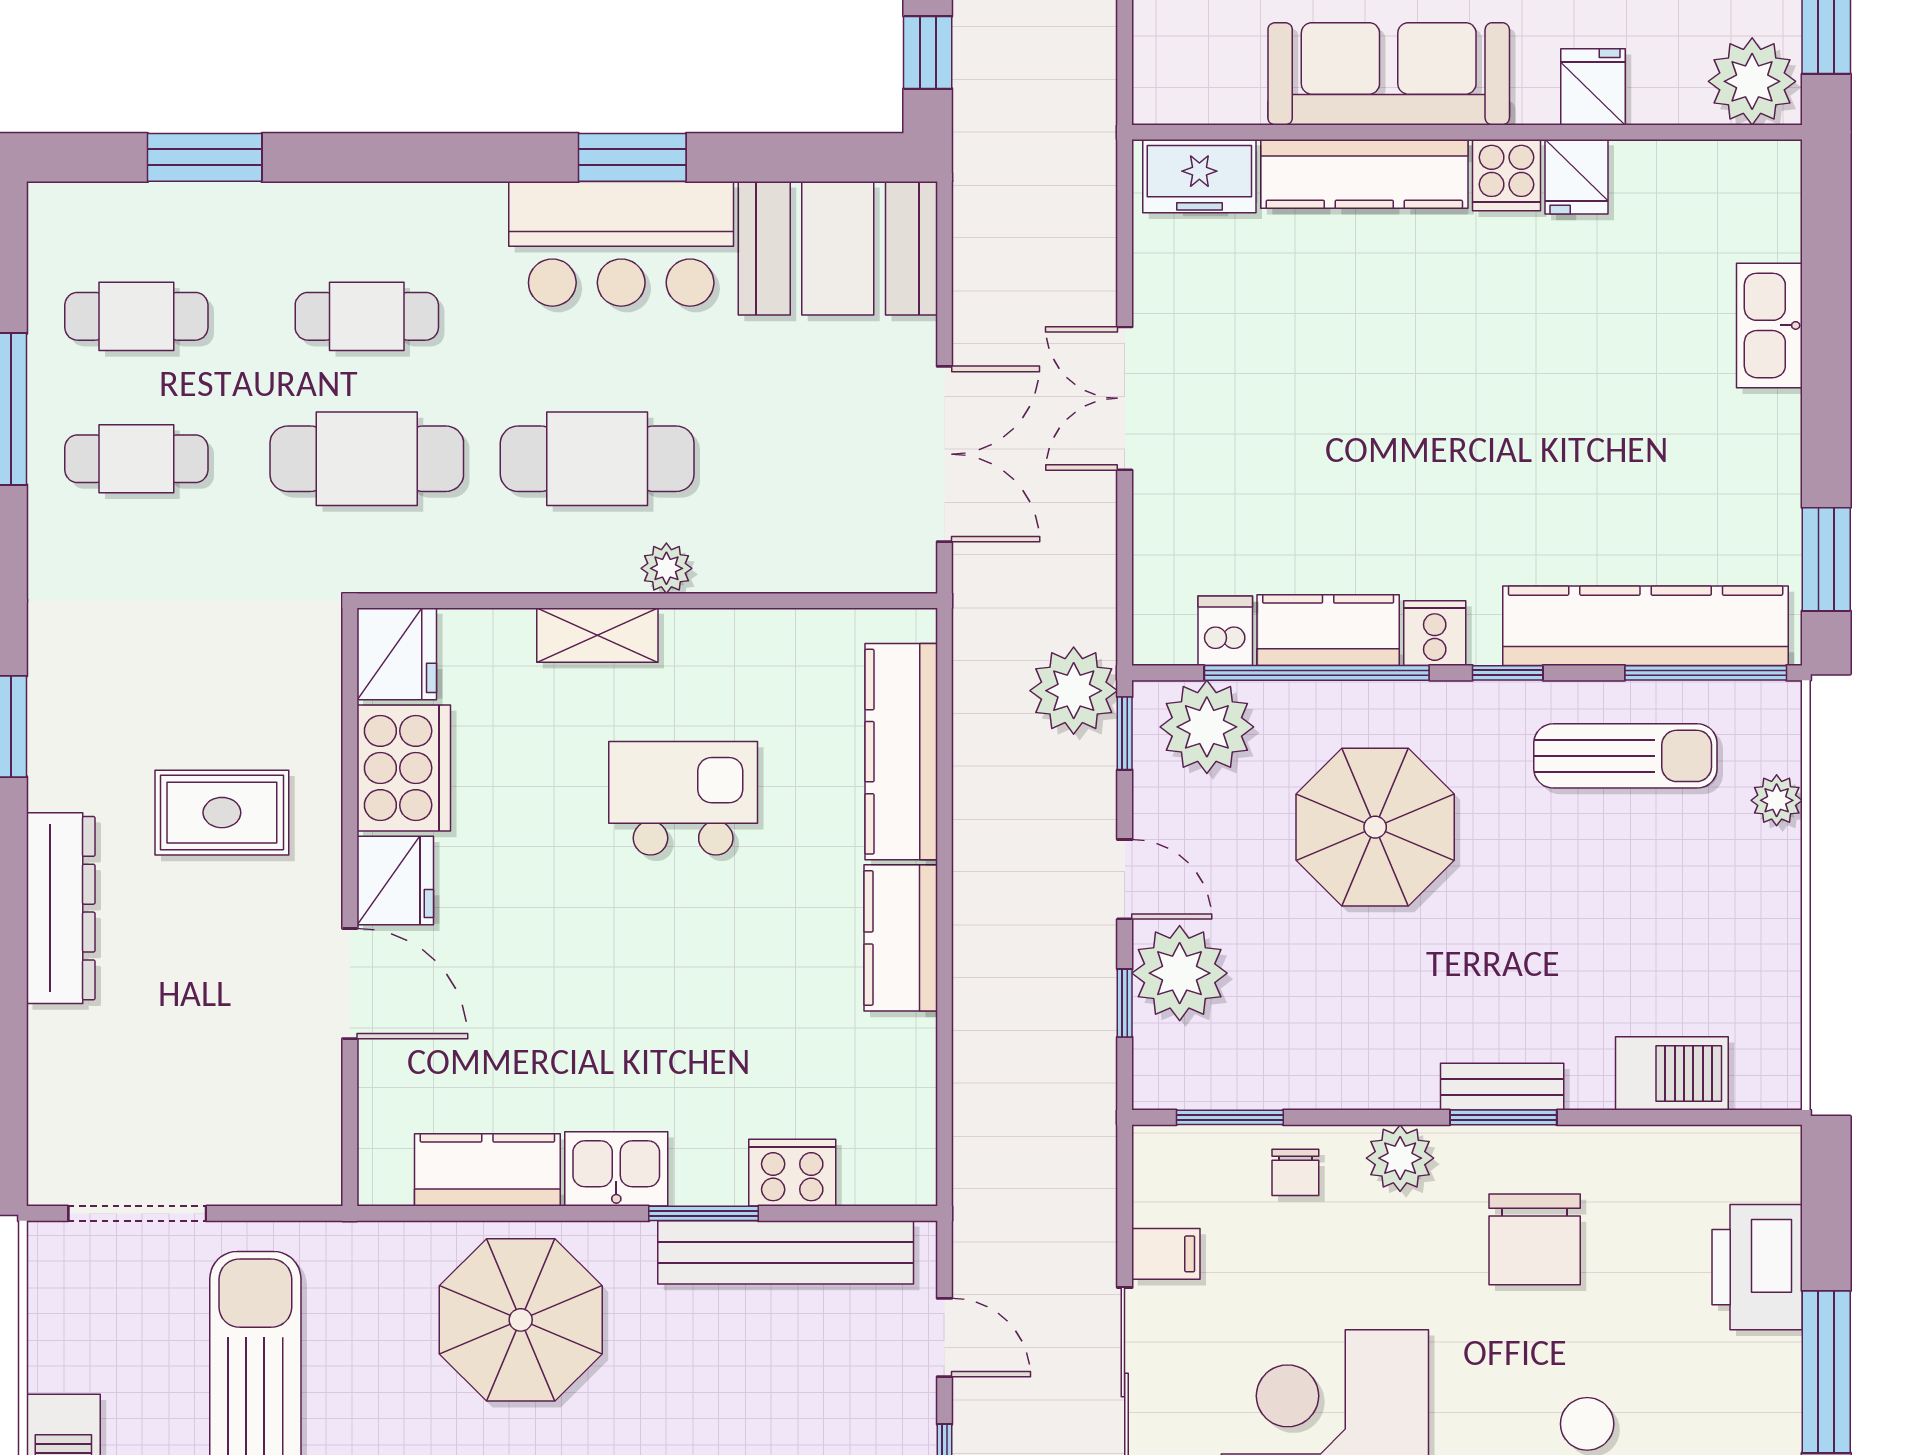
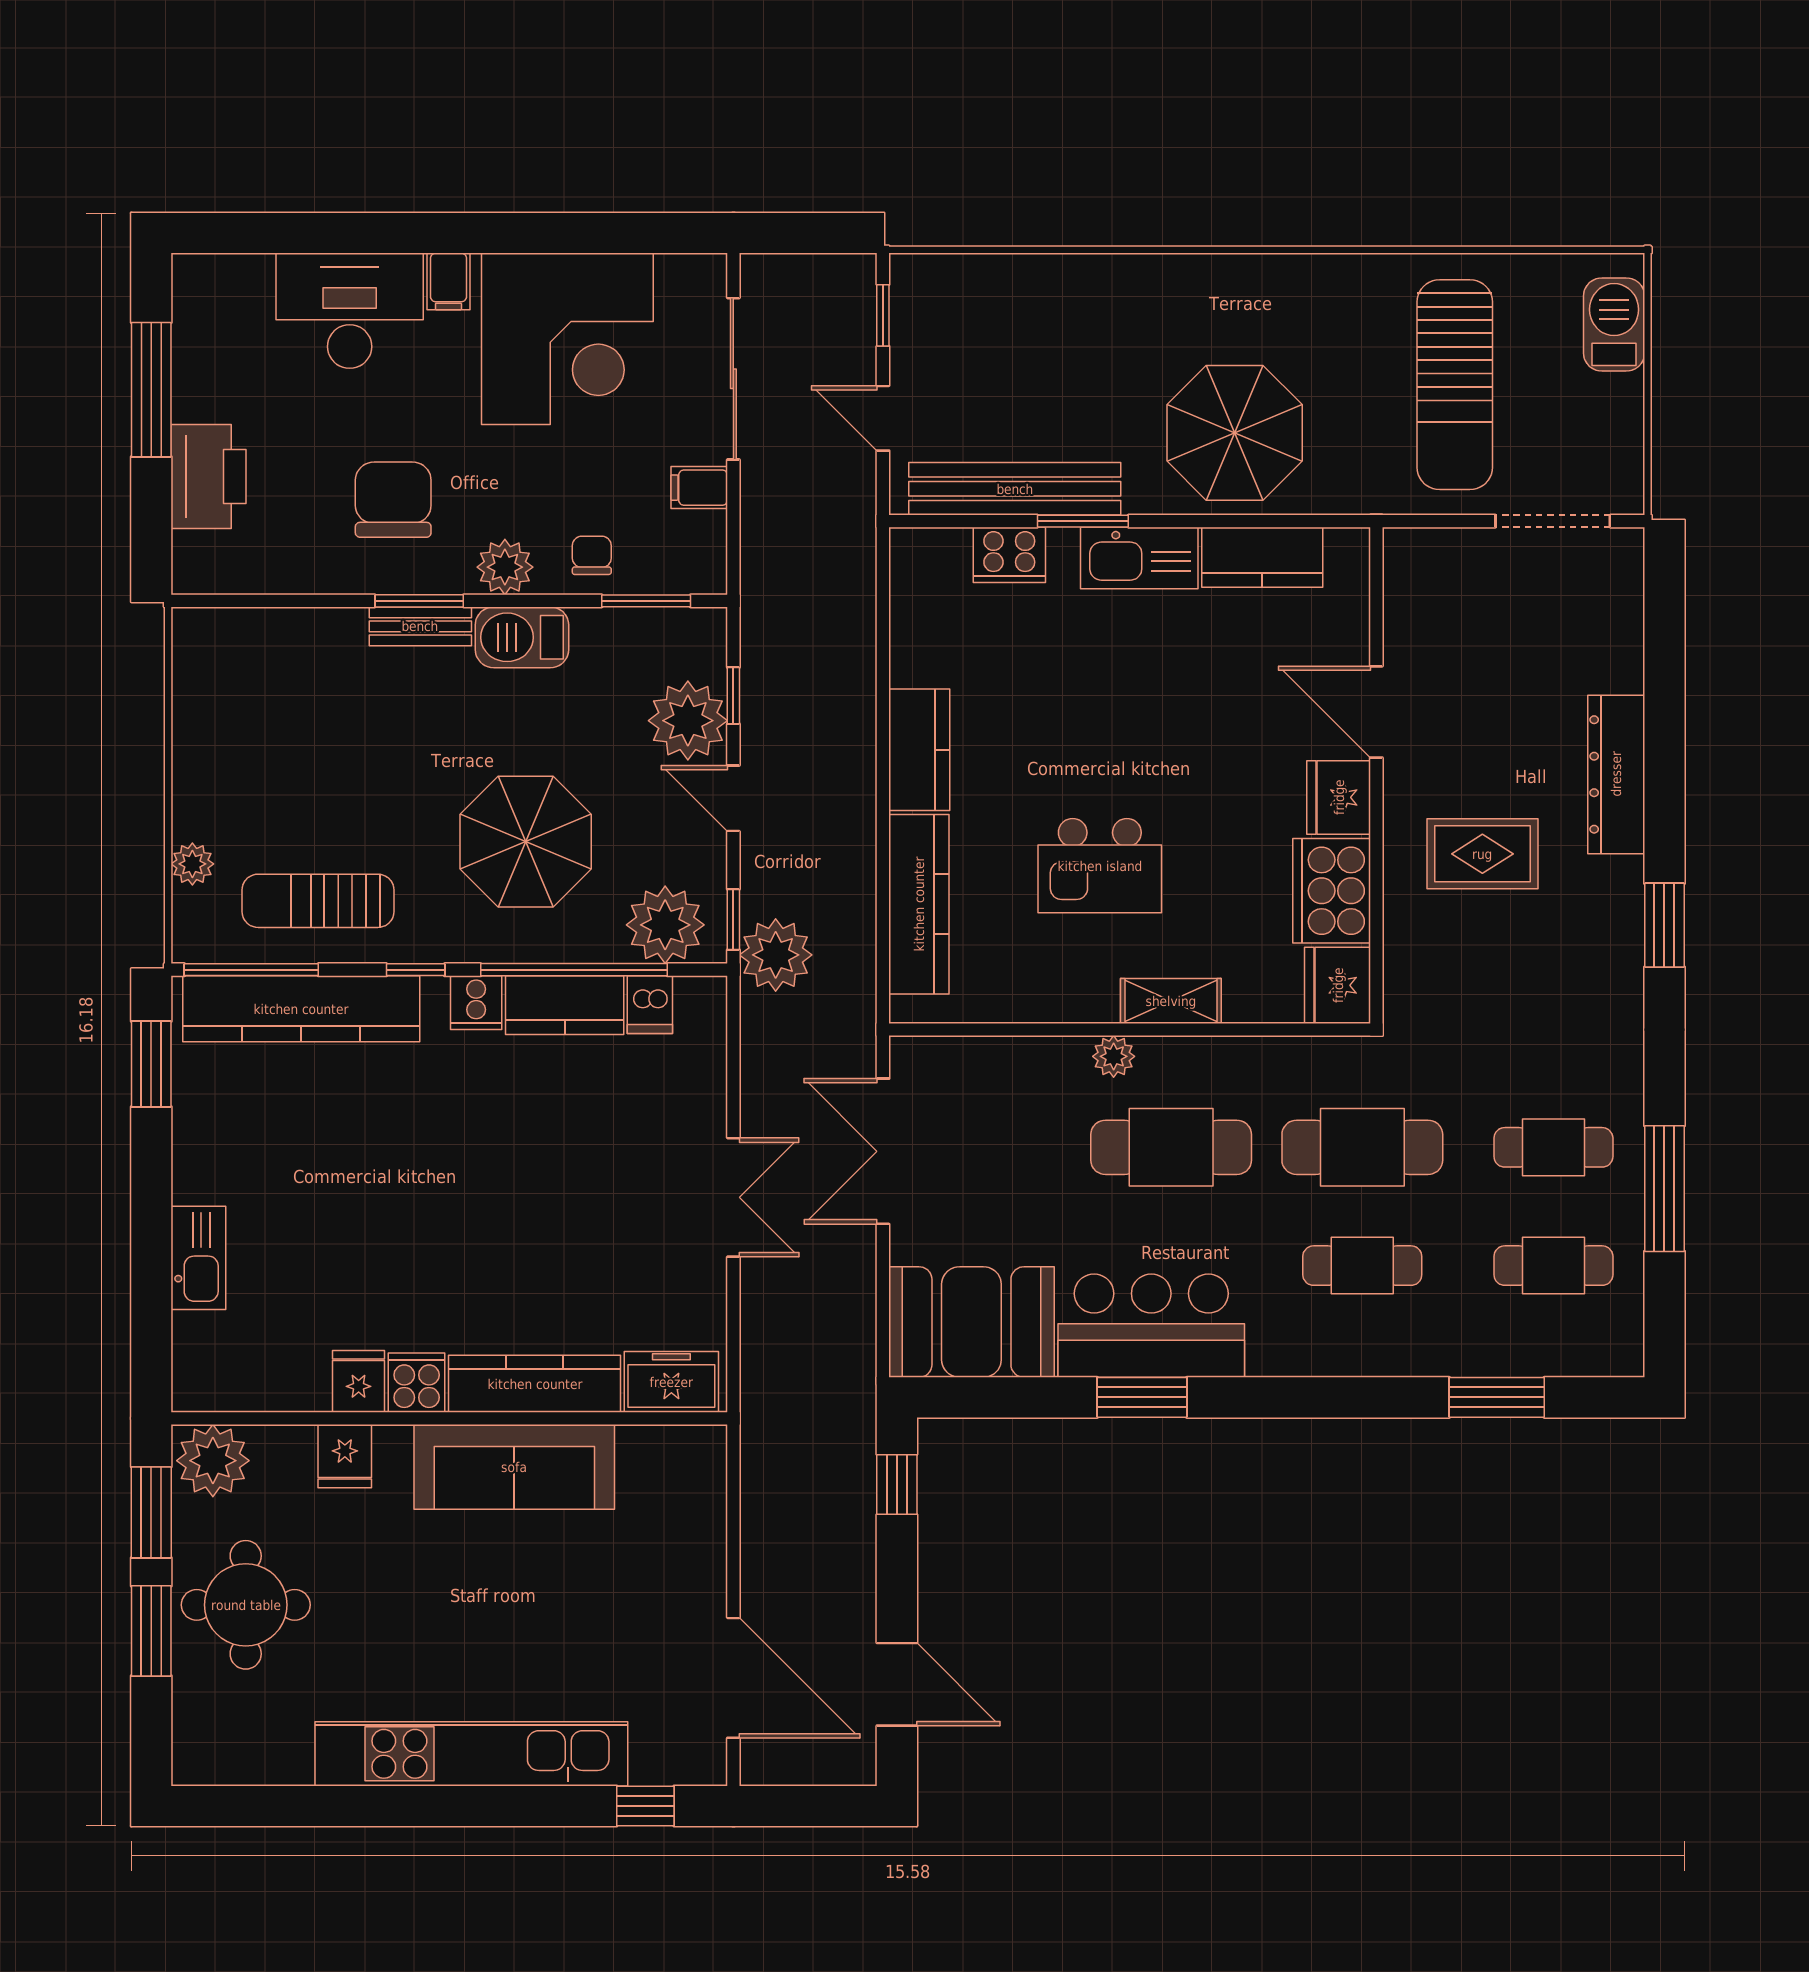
barbecue: (1672, 1073) -> (522, 637), moved
kitchen sink: (616, 1169) -> (1139, 558), width x1.38

